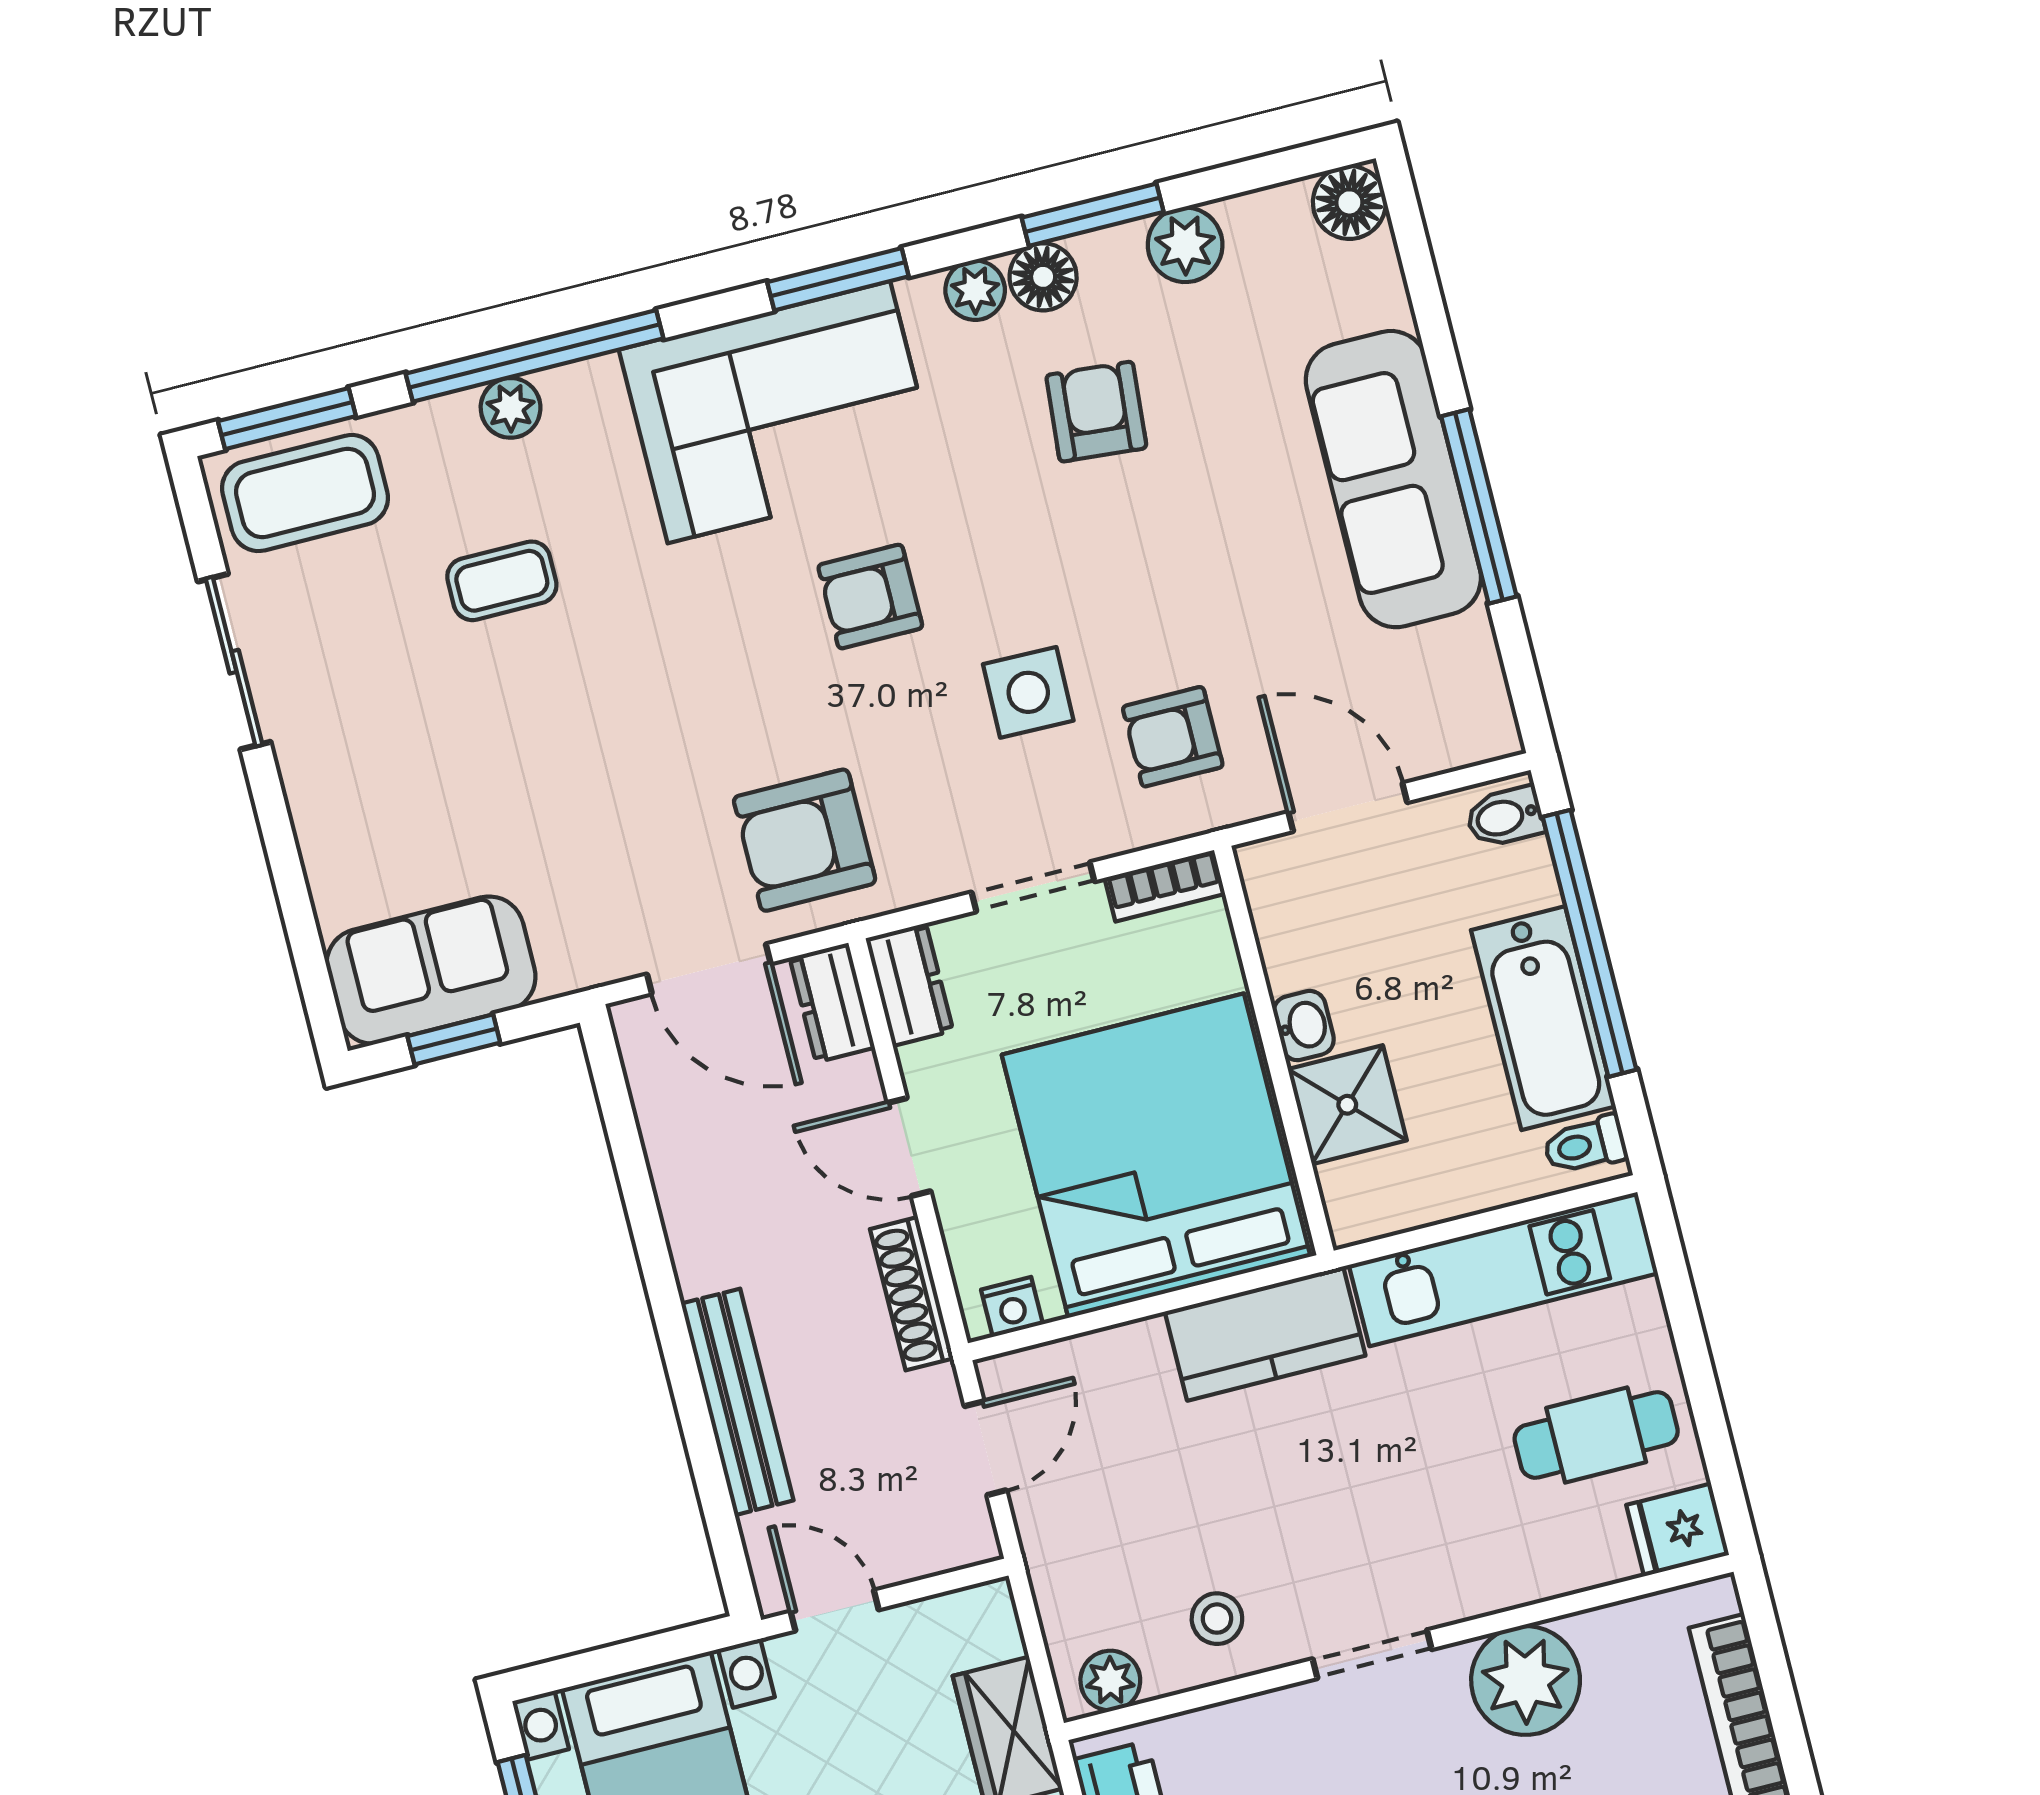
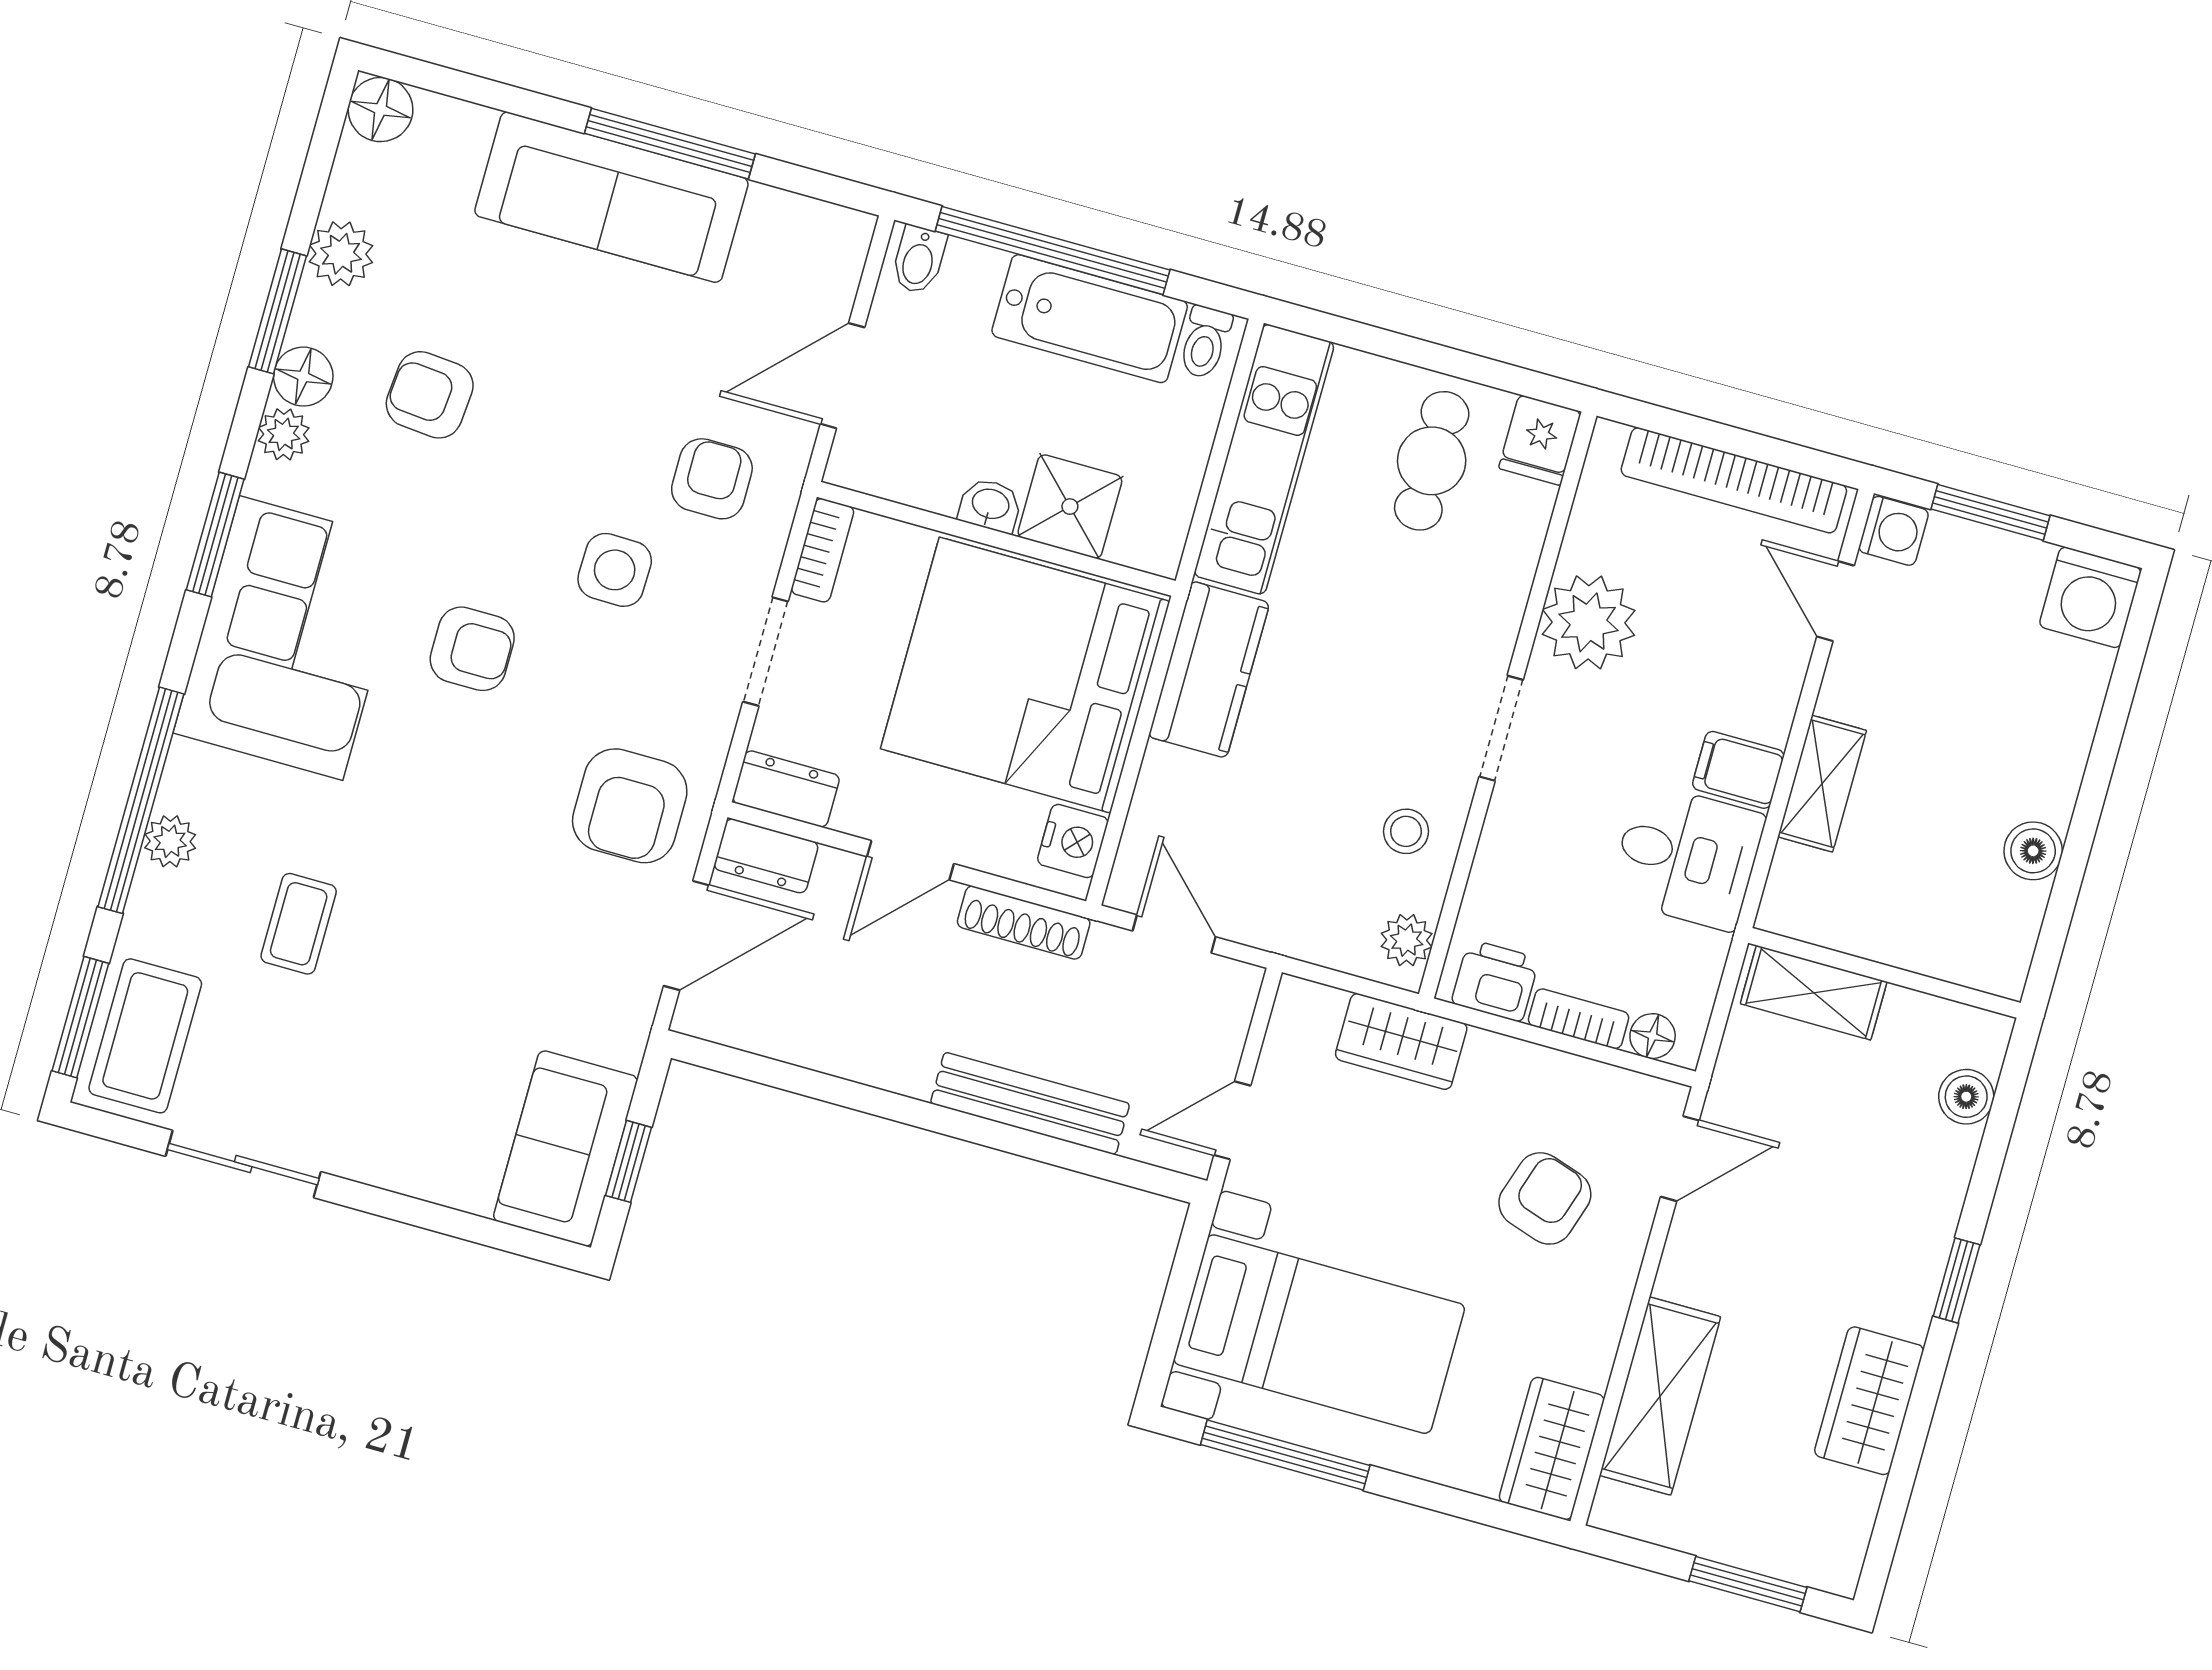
armchair: (870, 597) -> (472, 649), turned -90
armchair: (1173, 737) -> (712, 479), turned 180
nightstand: (1012, 1307) -> (1073, 841), width x1.39, depth x1.35

